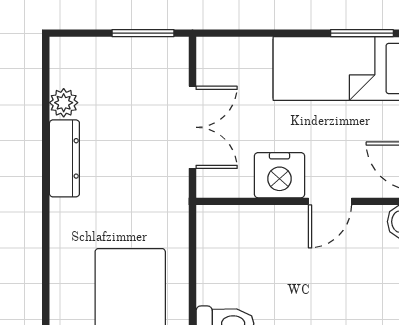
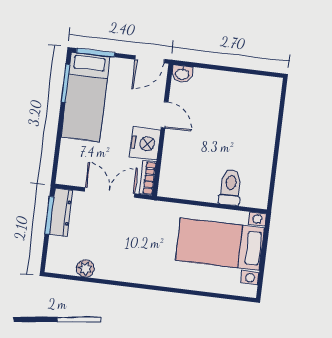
dresser: (64, 158) -> (61, 212), moved, turned 90
bookcase: (224, 187) -> (148, 178), added

